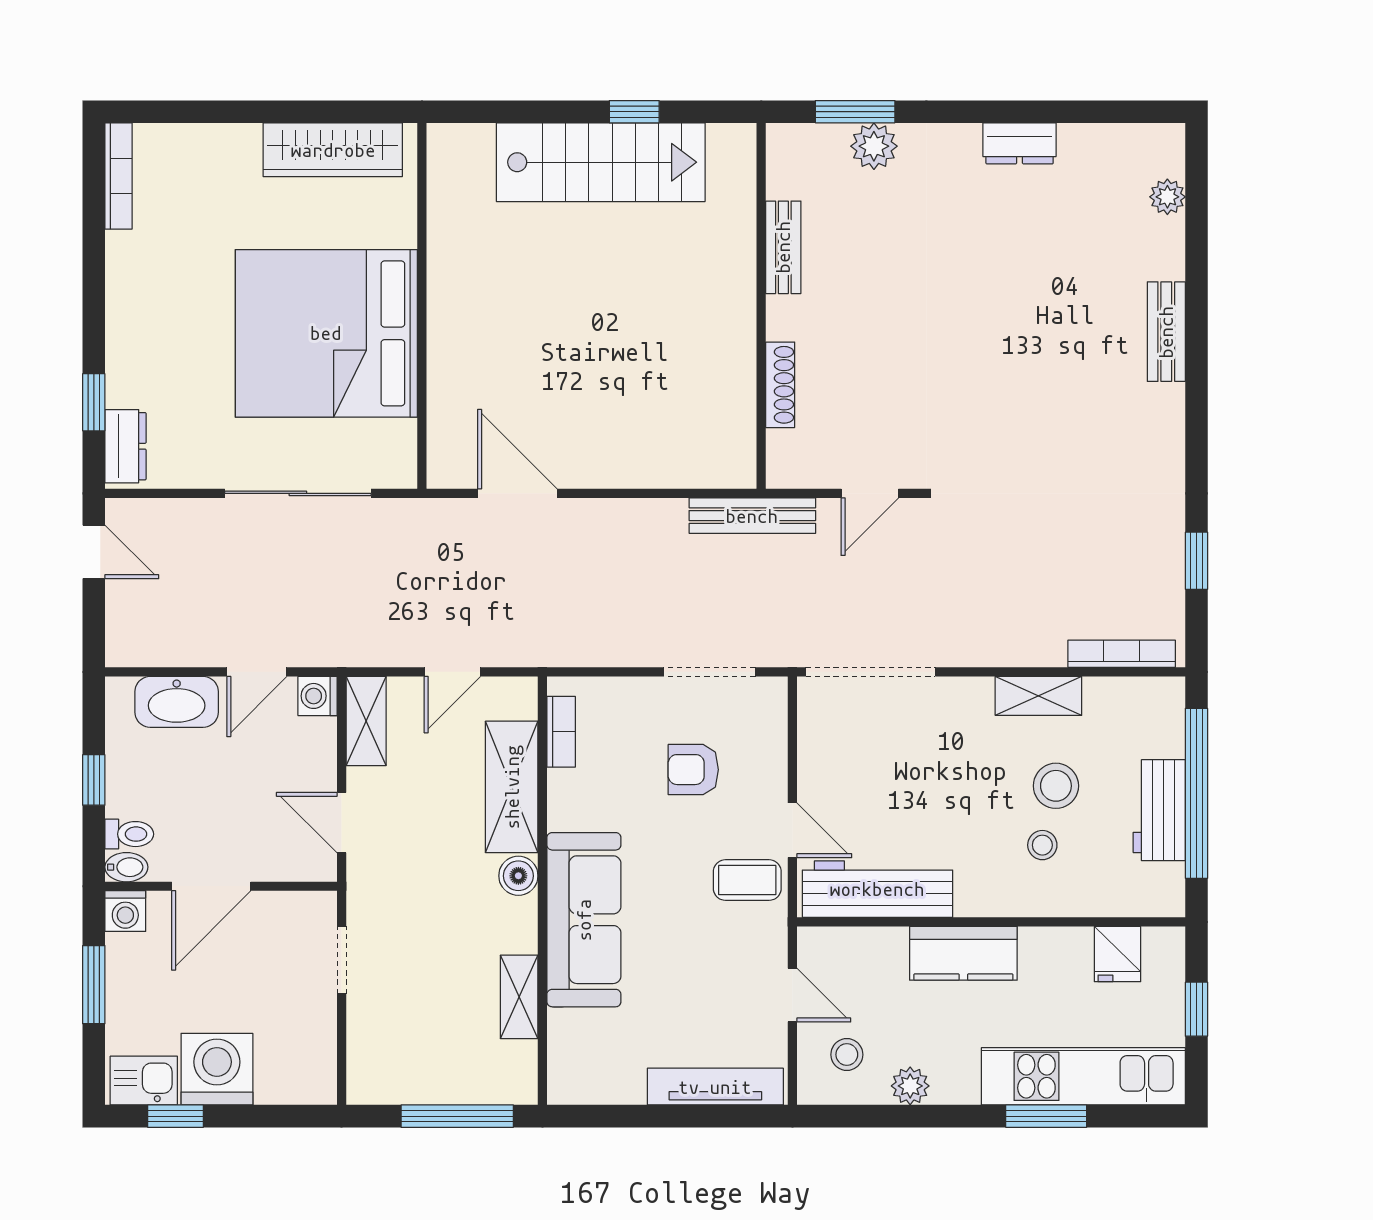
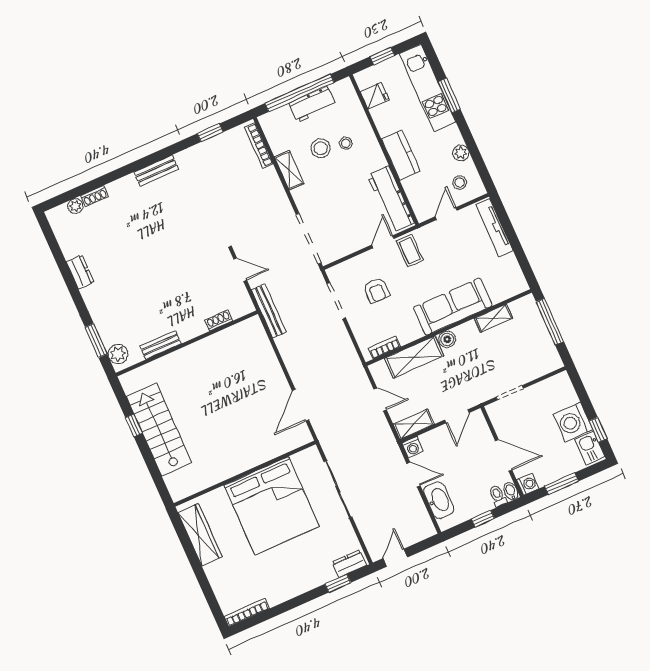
plant: (874, 146) -> (118, 354), moved
shoe rack: (1171, 248) -> (95, 196), added
bench: (1166, 332) -> (156, 171), moved
shoe rack: (780, 385) -> (219, 320), width x0.70

